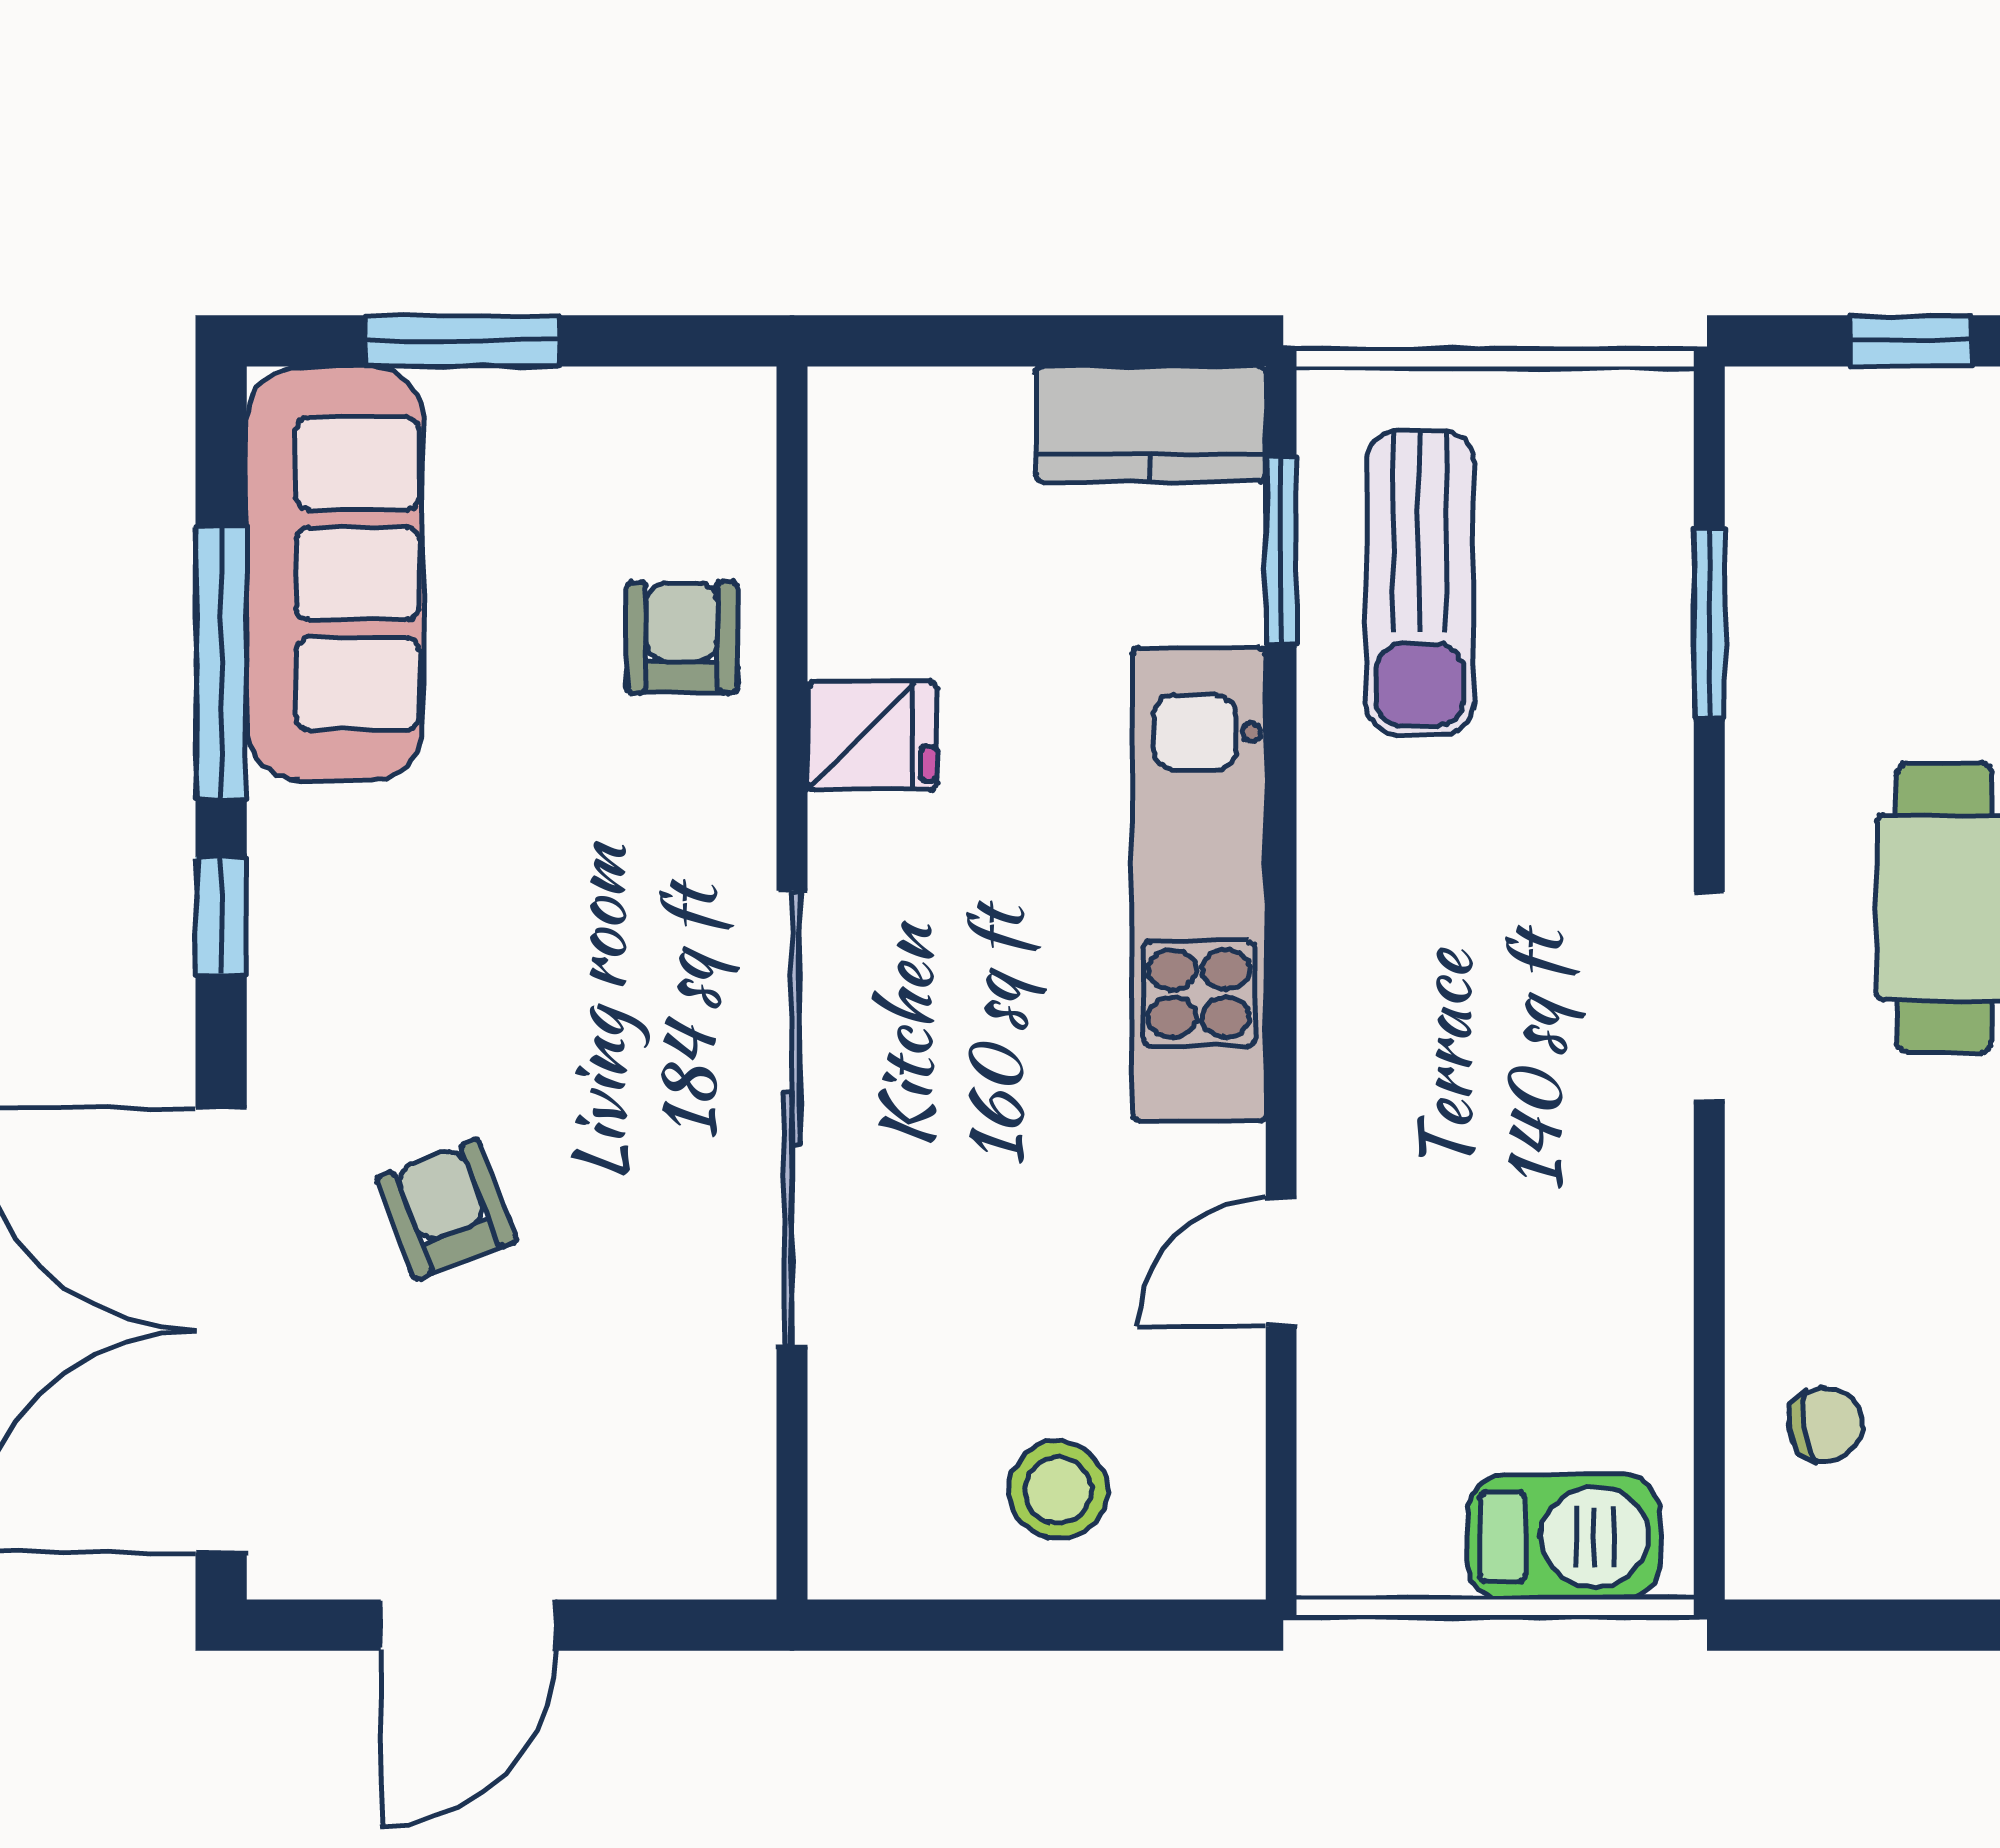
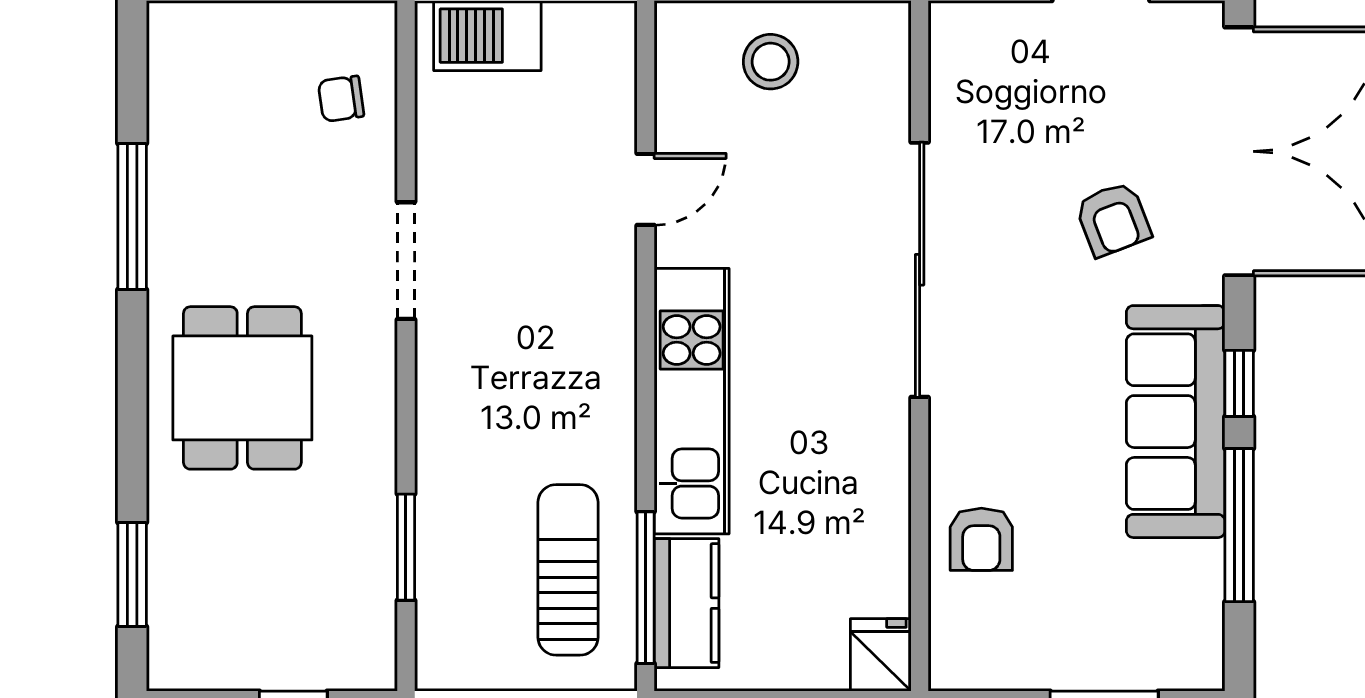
kitchen counter: (1151, 424) -> (686, 603), moved, turned 90
window: (1281, 551) -> (646, 588), width x1.44
sofa: (335, 573) -> (1176, 422), moved
fridge: (872, 736) -> (881, 655), moved, turned 90
doorway: (1709, 997) -> (406, 261), moved

